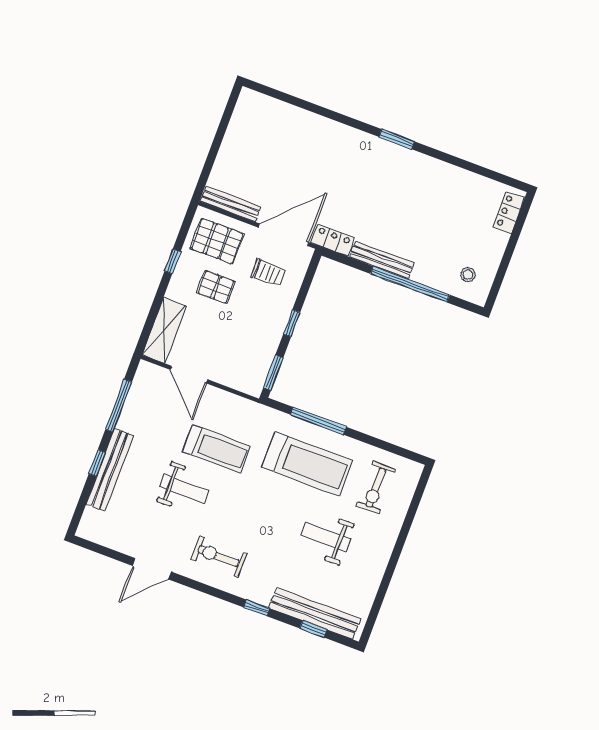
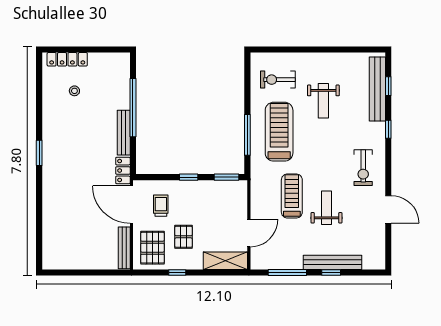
locker: (509, 212) -> (67, 59), width x1.53
stool: (468, 275) -> (74, 91), moved
exercise bike: (376, 488) -> (278, 80), turned 180

